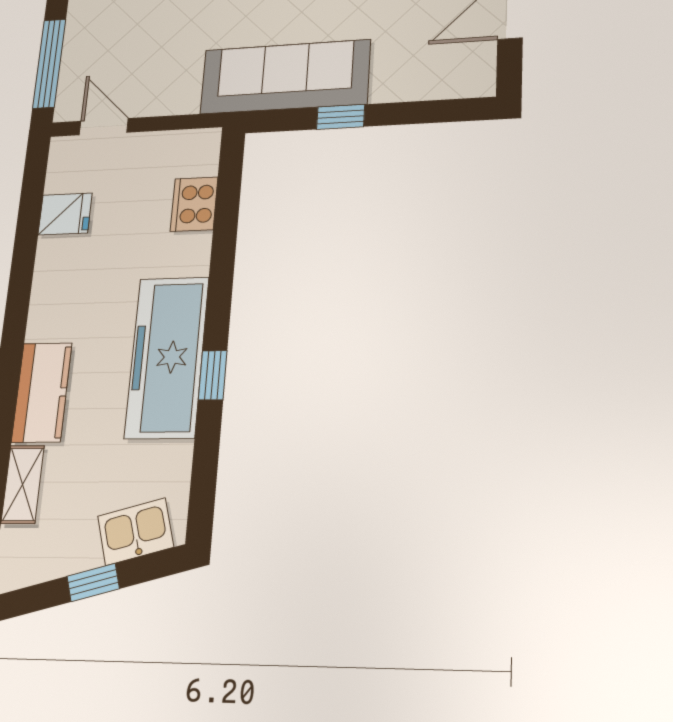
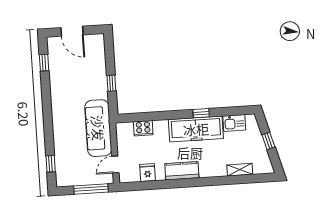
sofa: (285, 77) -> (98, 128), moved
kitchen counter: (42, 392) -> (182, 171), moved
kitchen sink: (135, 532) -> (234, 123), moved, turned -75

